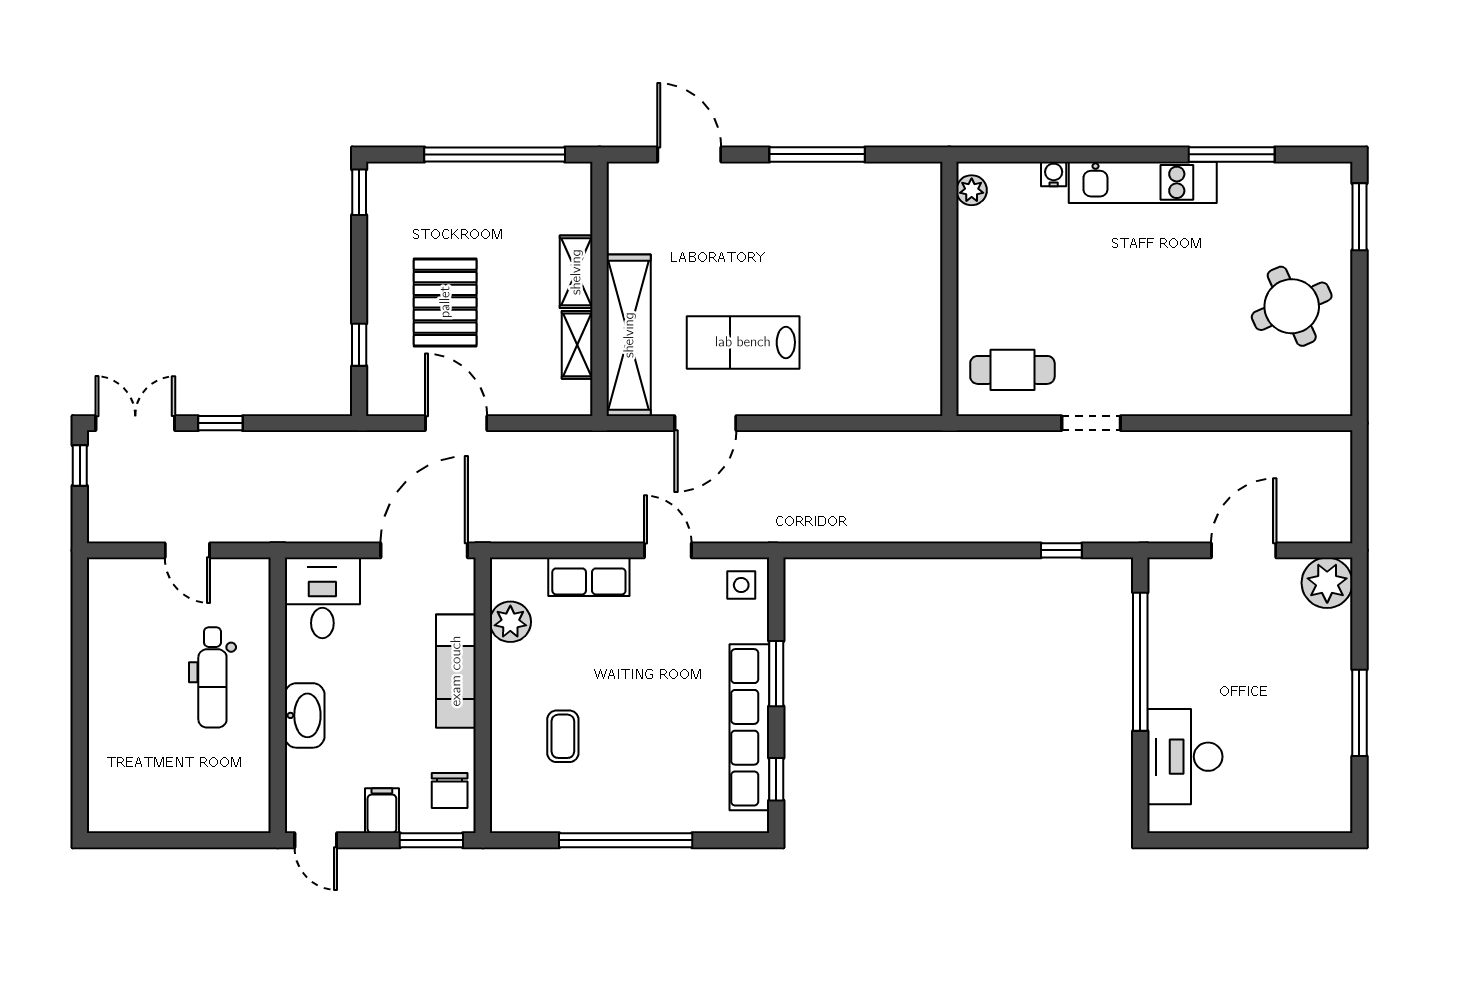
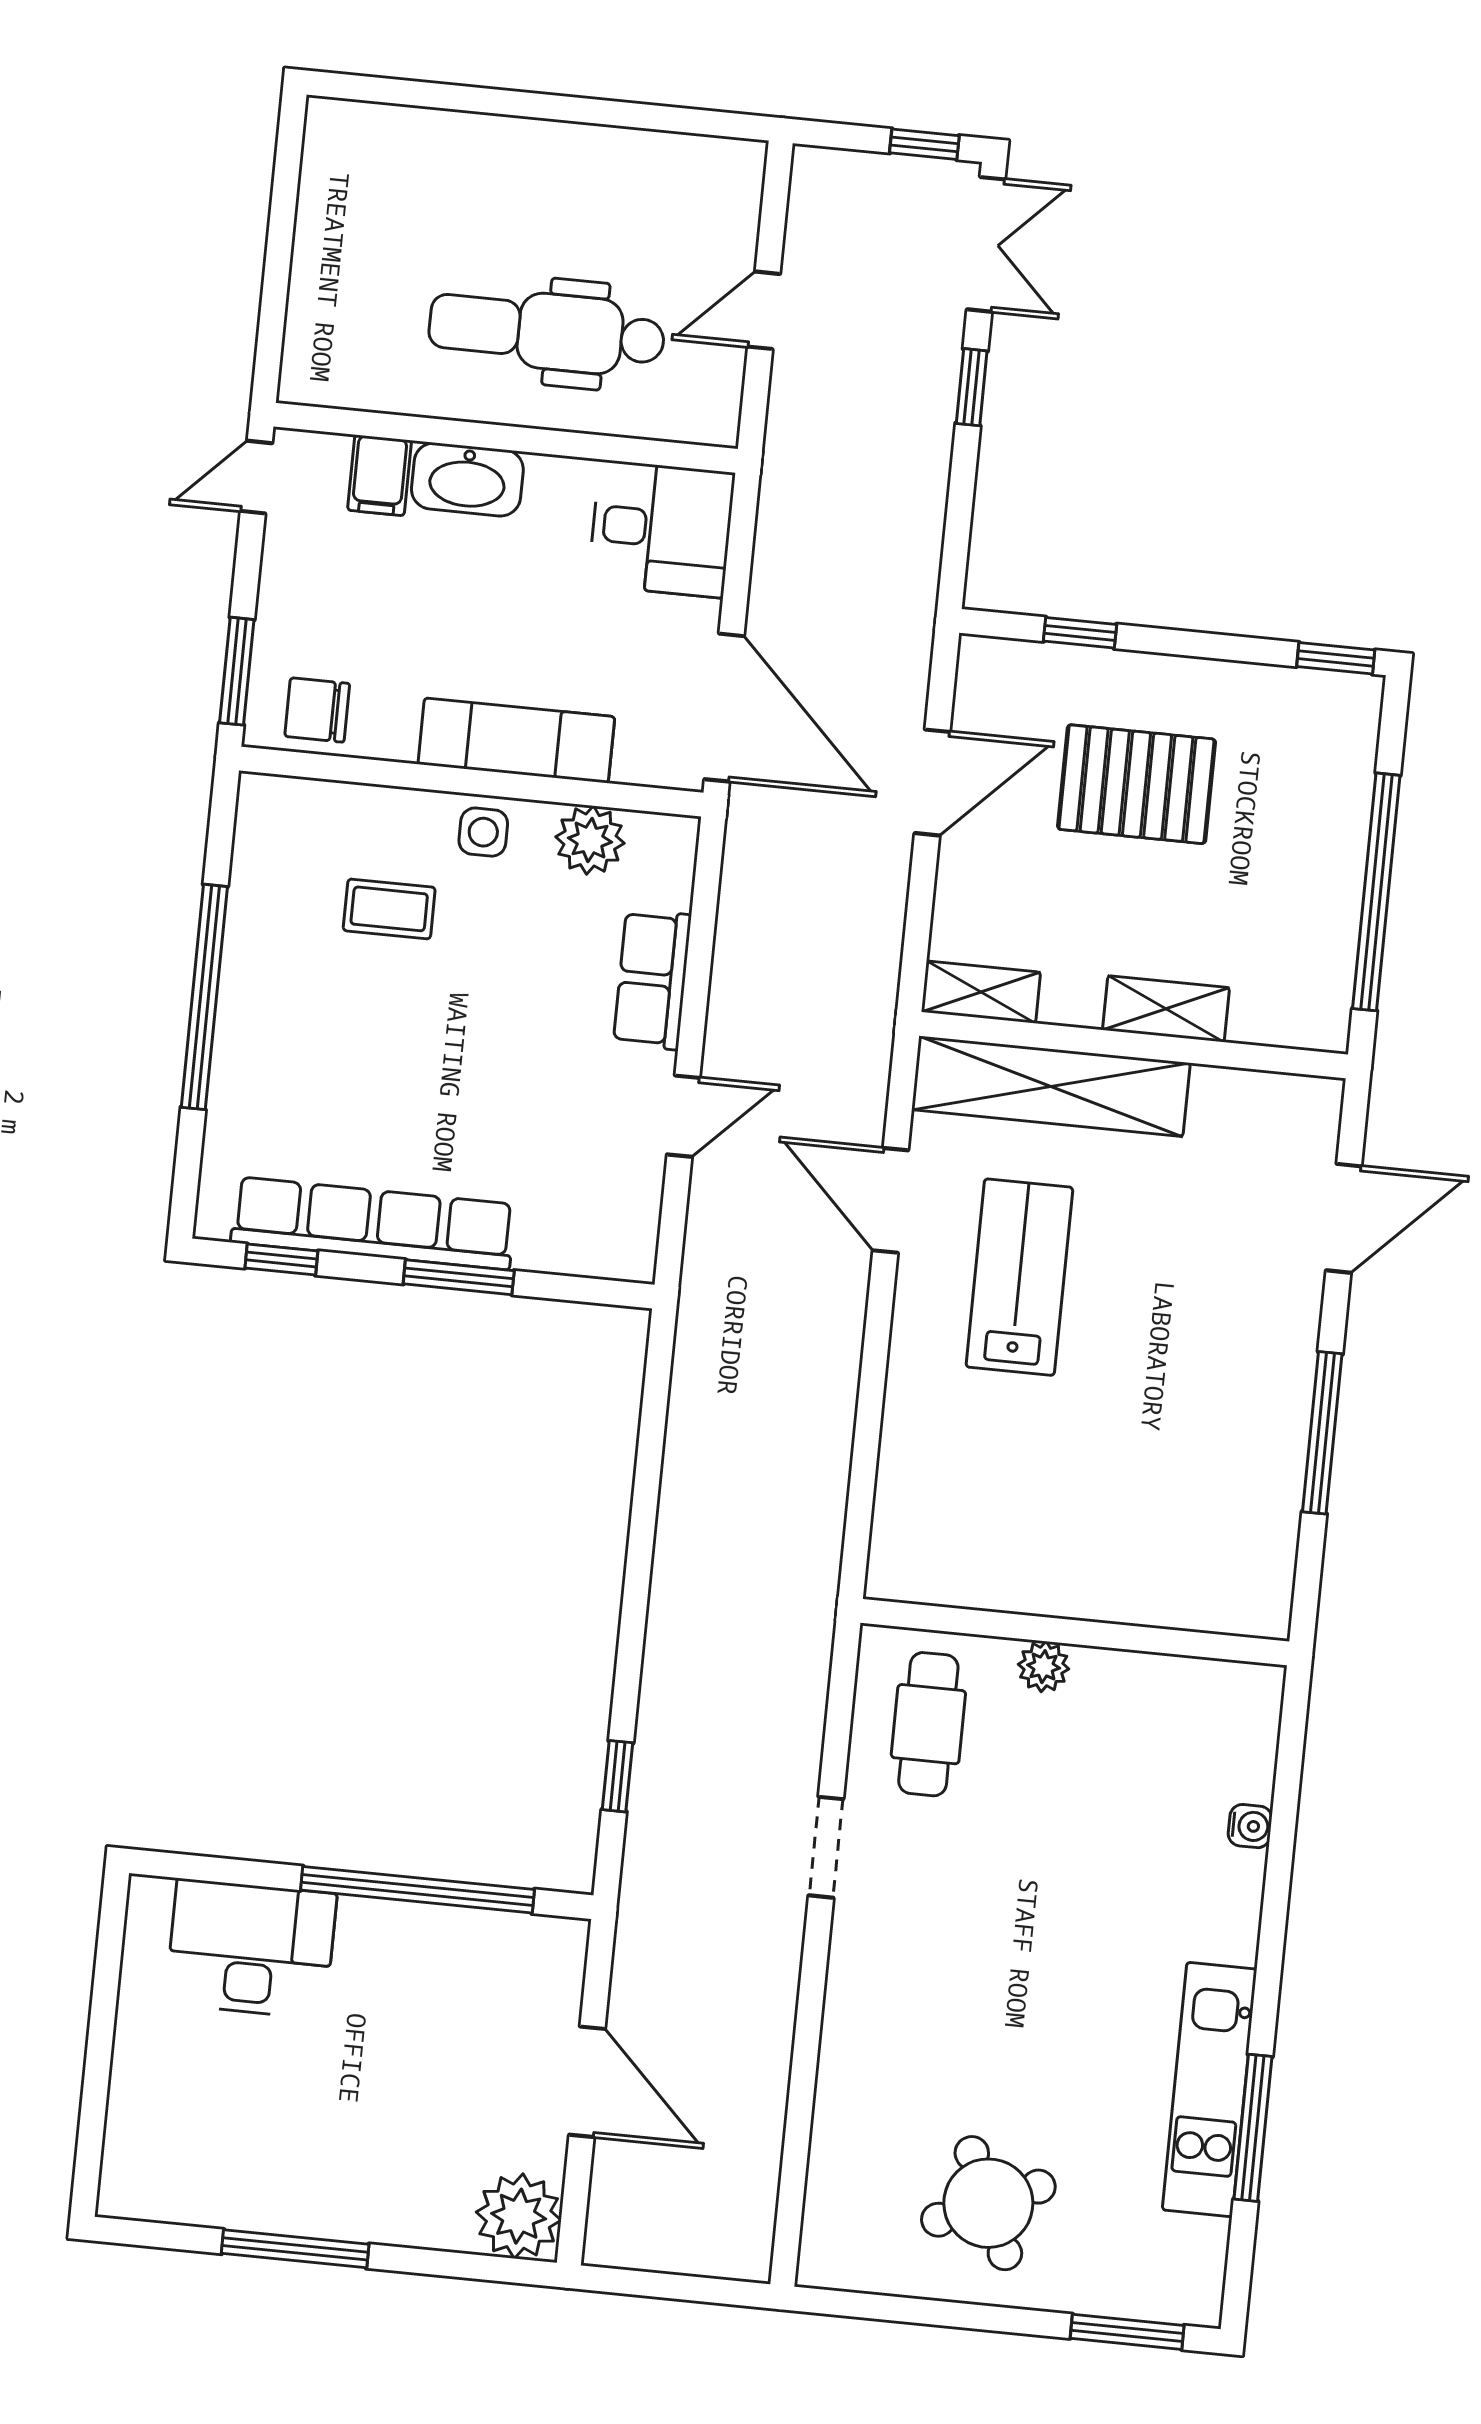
kitchen unit: (1143, 182) -> (1210, 2089), moved
plant: (972, 190) -> (1044, 1667), moved
shelving: (577, 345) -> (981, 992), moved
side table: (741, 585) -> (483, 832), moved
dental chair: (212, 677) -> (547, 331), width x1.36, depth x1.38
filing cabinet: (382, 811) -> (379, 475), moved, turned 90

